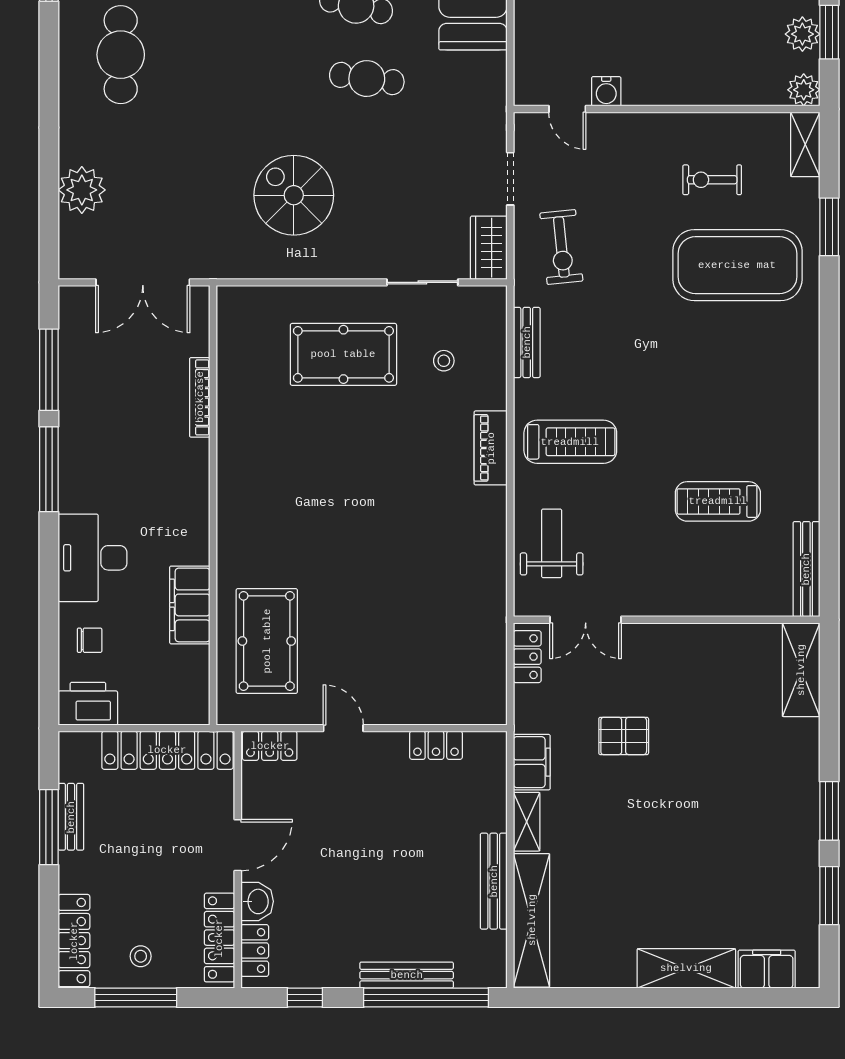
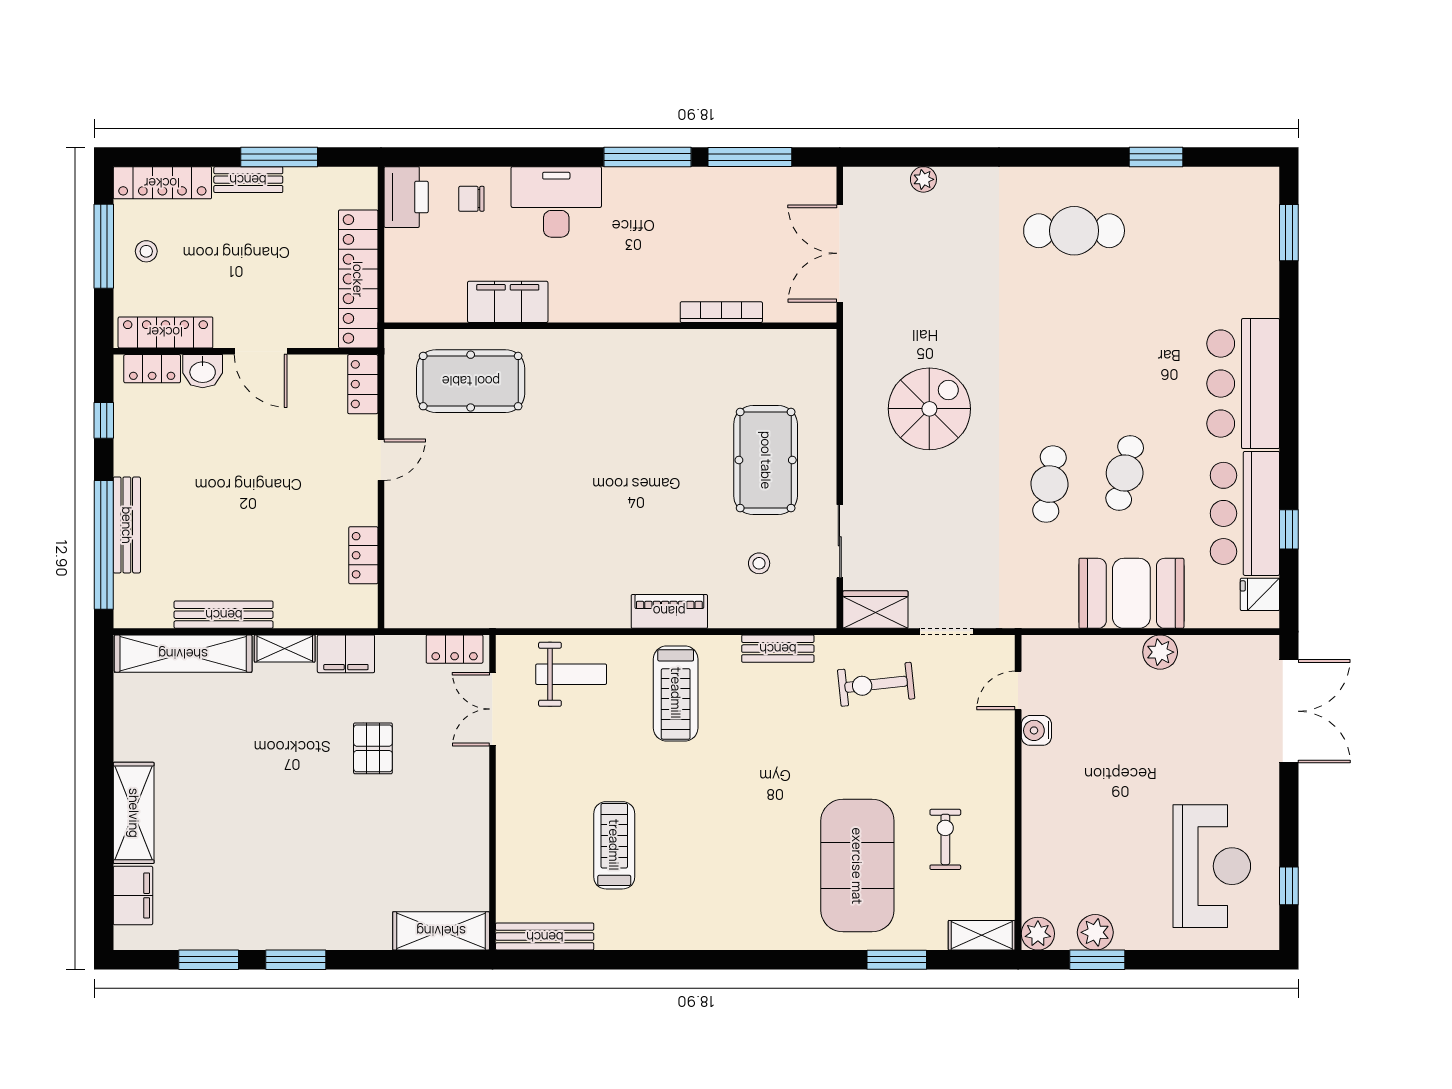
plant: (82, 190) -> (923, 179), width x0.53, depth x0.53
chair: (90, 640) -> (471, 199), turned 90
bench: (71, 817) -> (248, 180), moved

